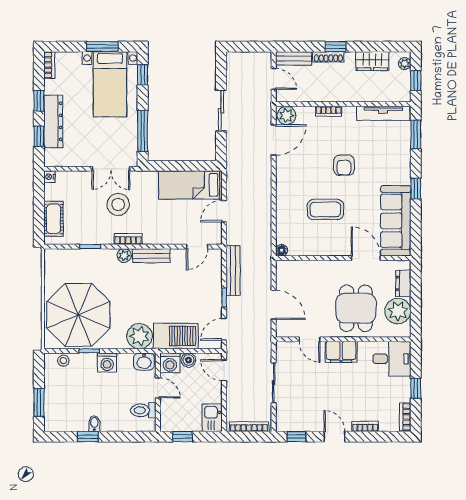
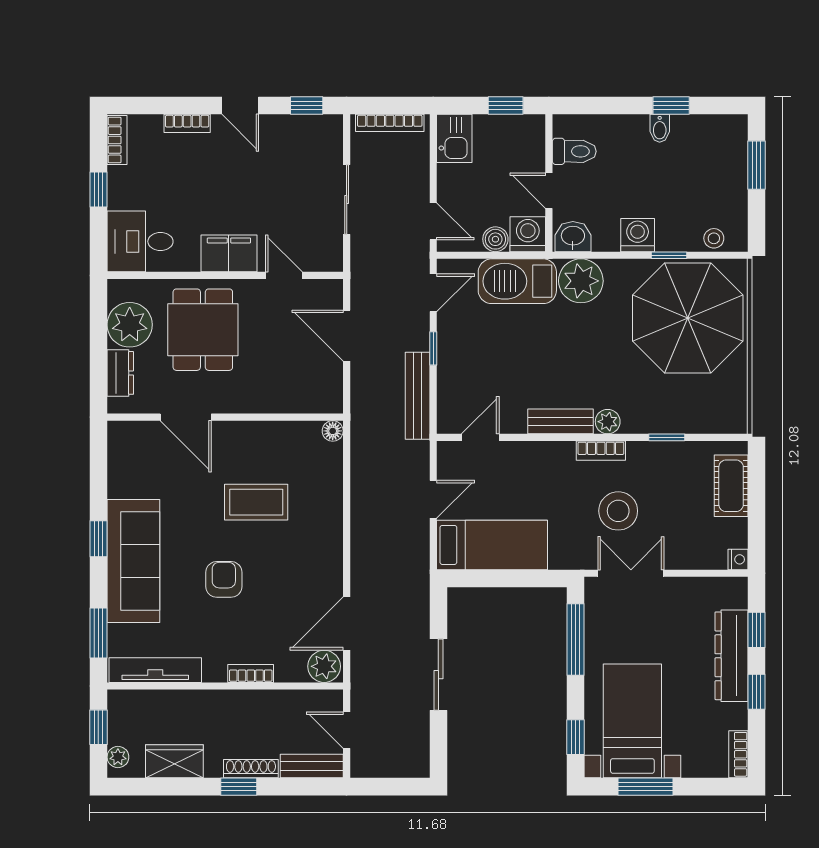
sofa: (396, 221) -> (133, 561), moved

